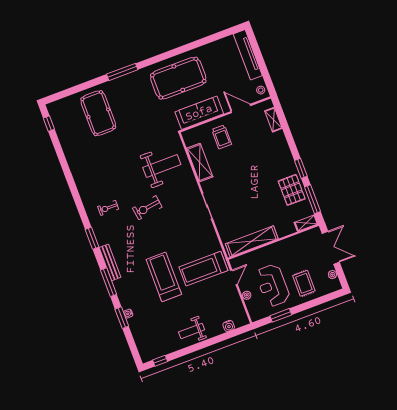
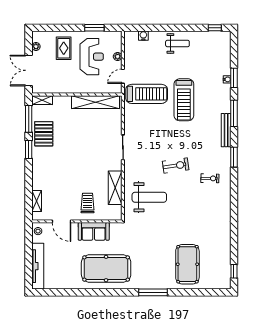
sofa: (199, 113) -> (94, 231), width x0.73
weight bench: (162, 166) -> (149, 197), turned 180

